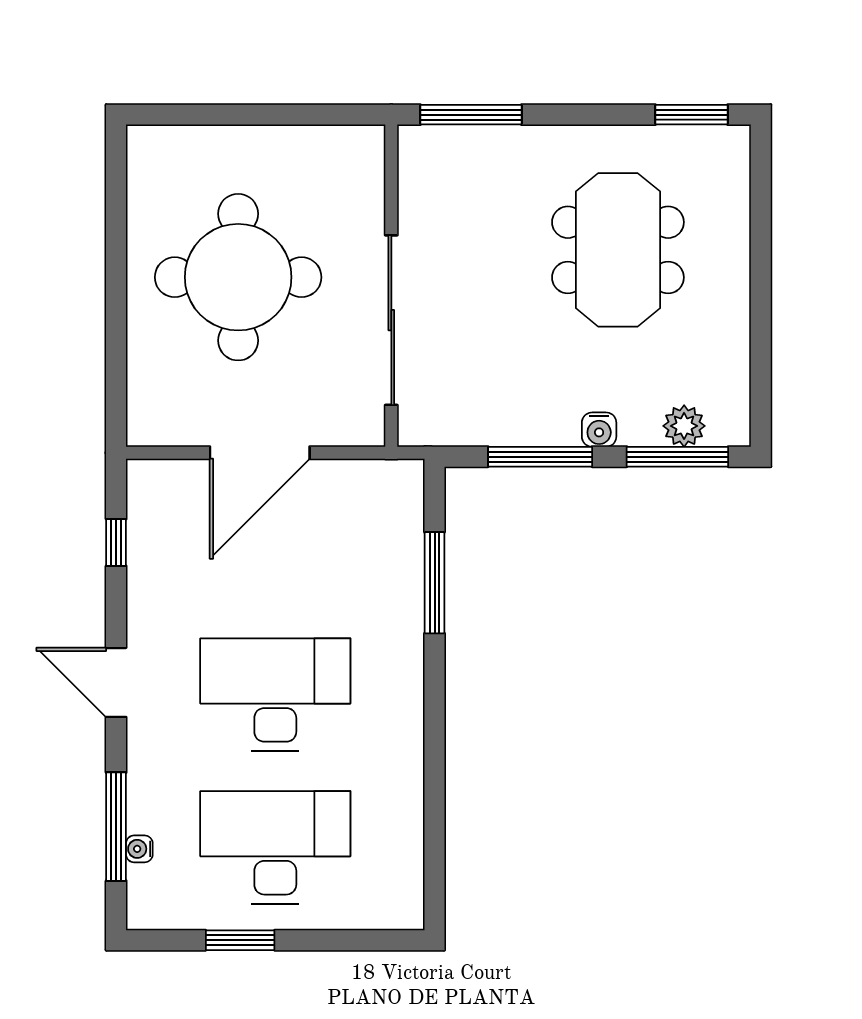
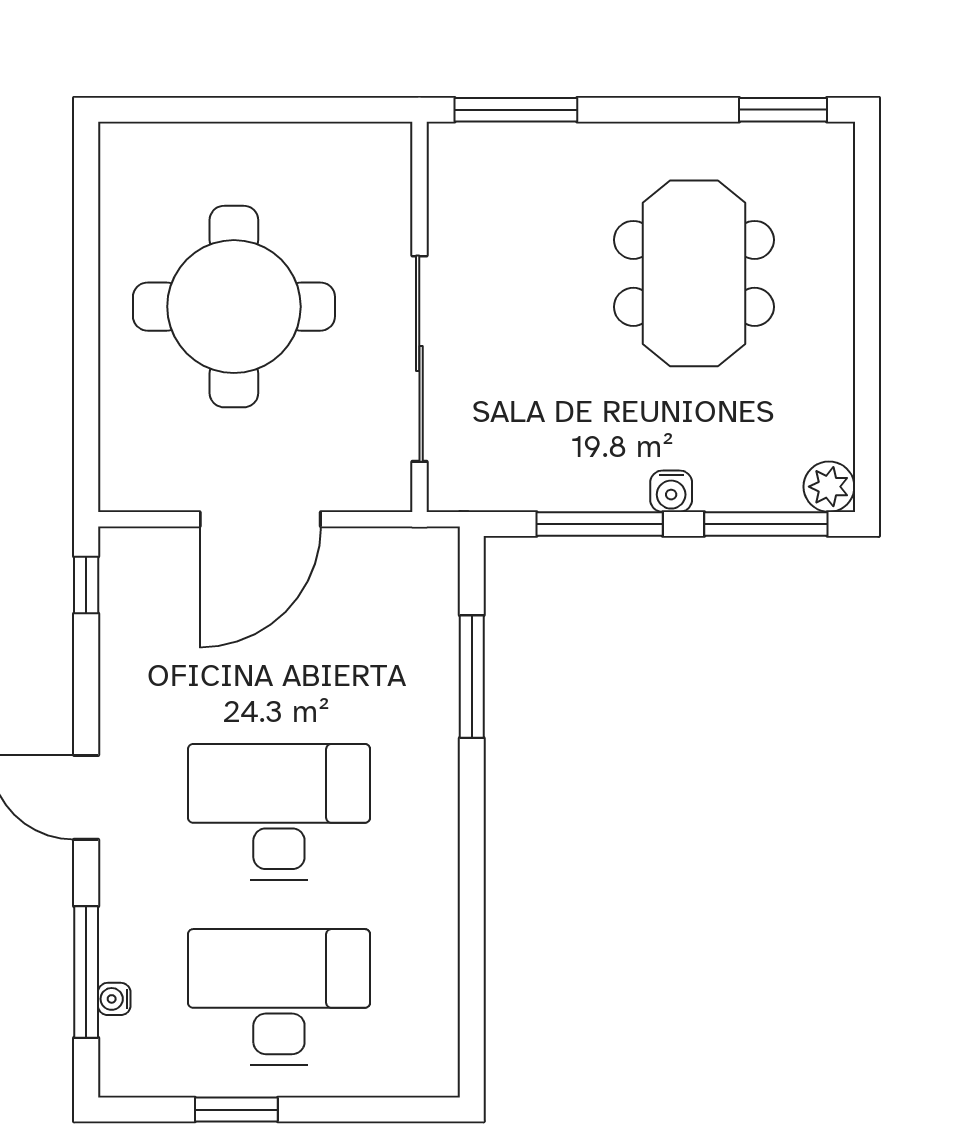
plant: (684, 426) -> (829, 487), moved
window: (116, 543) -> (86, 585), moved

